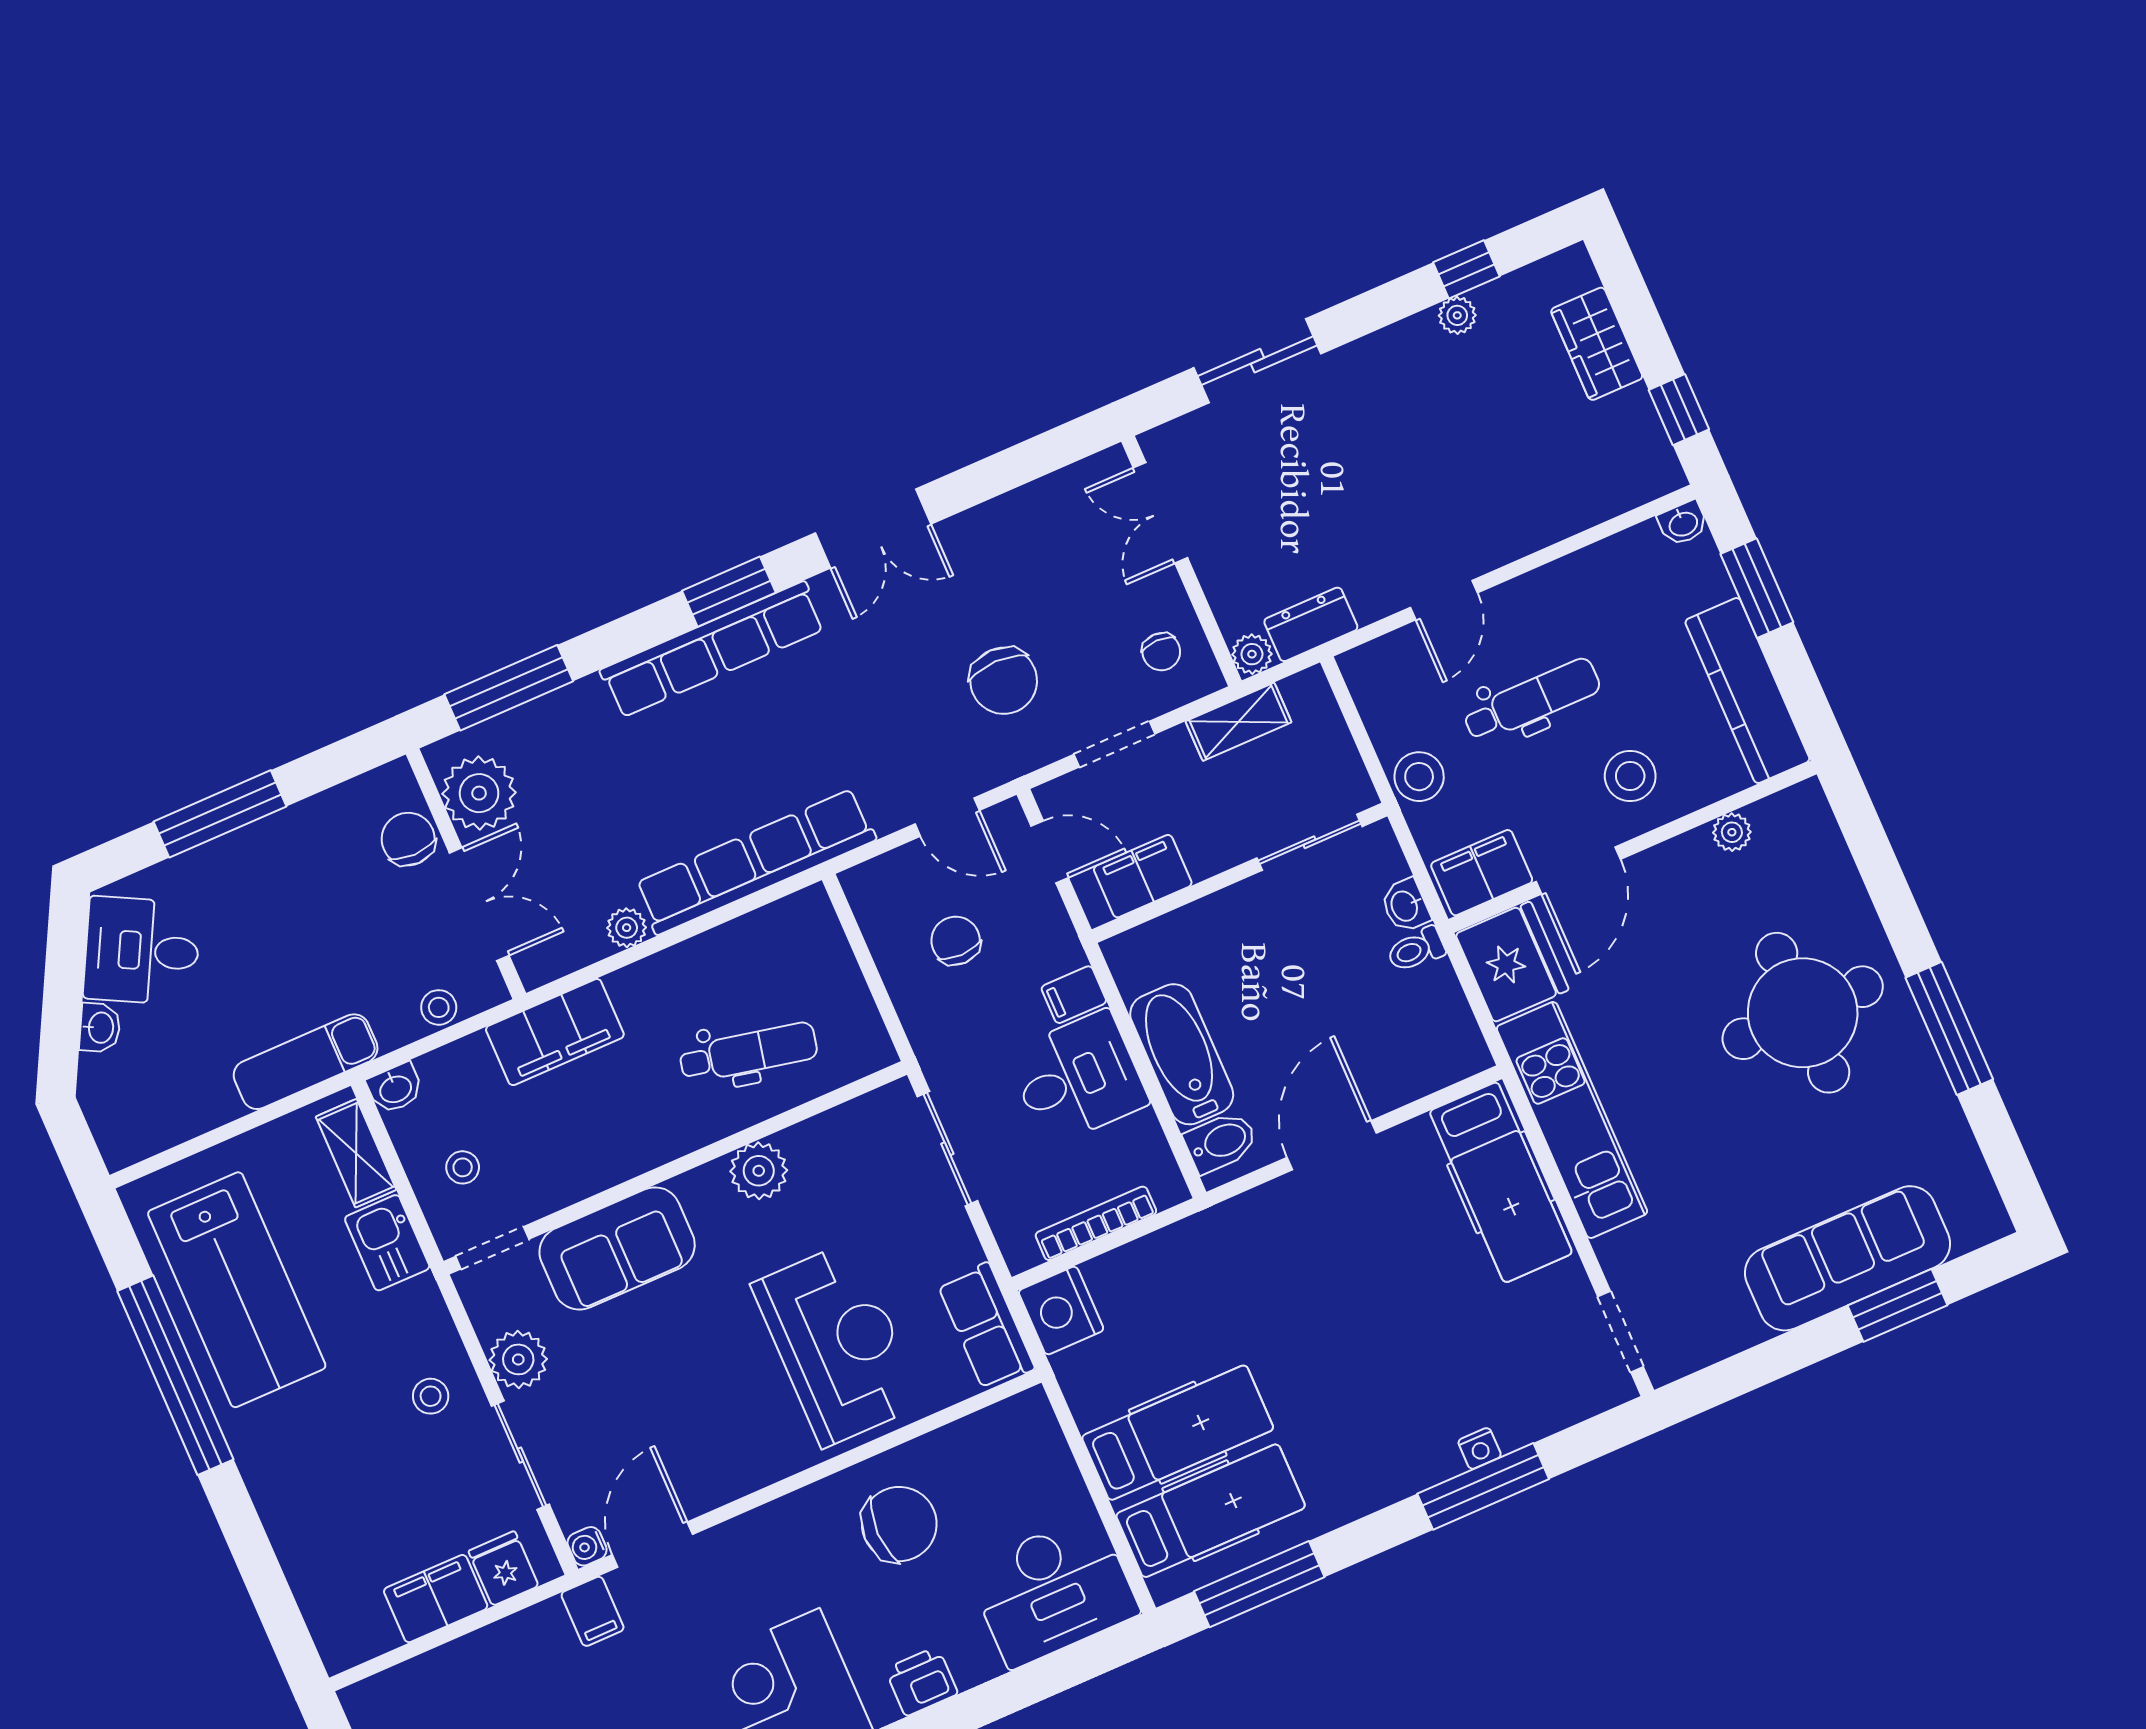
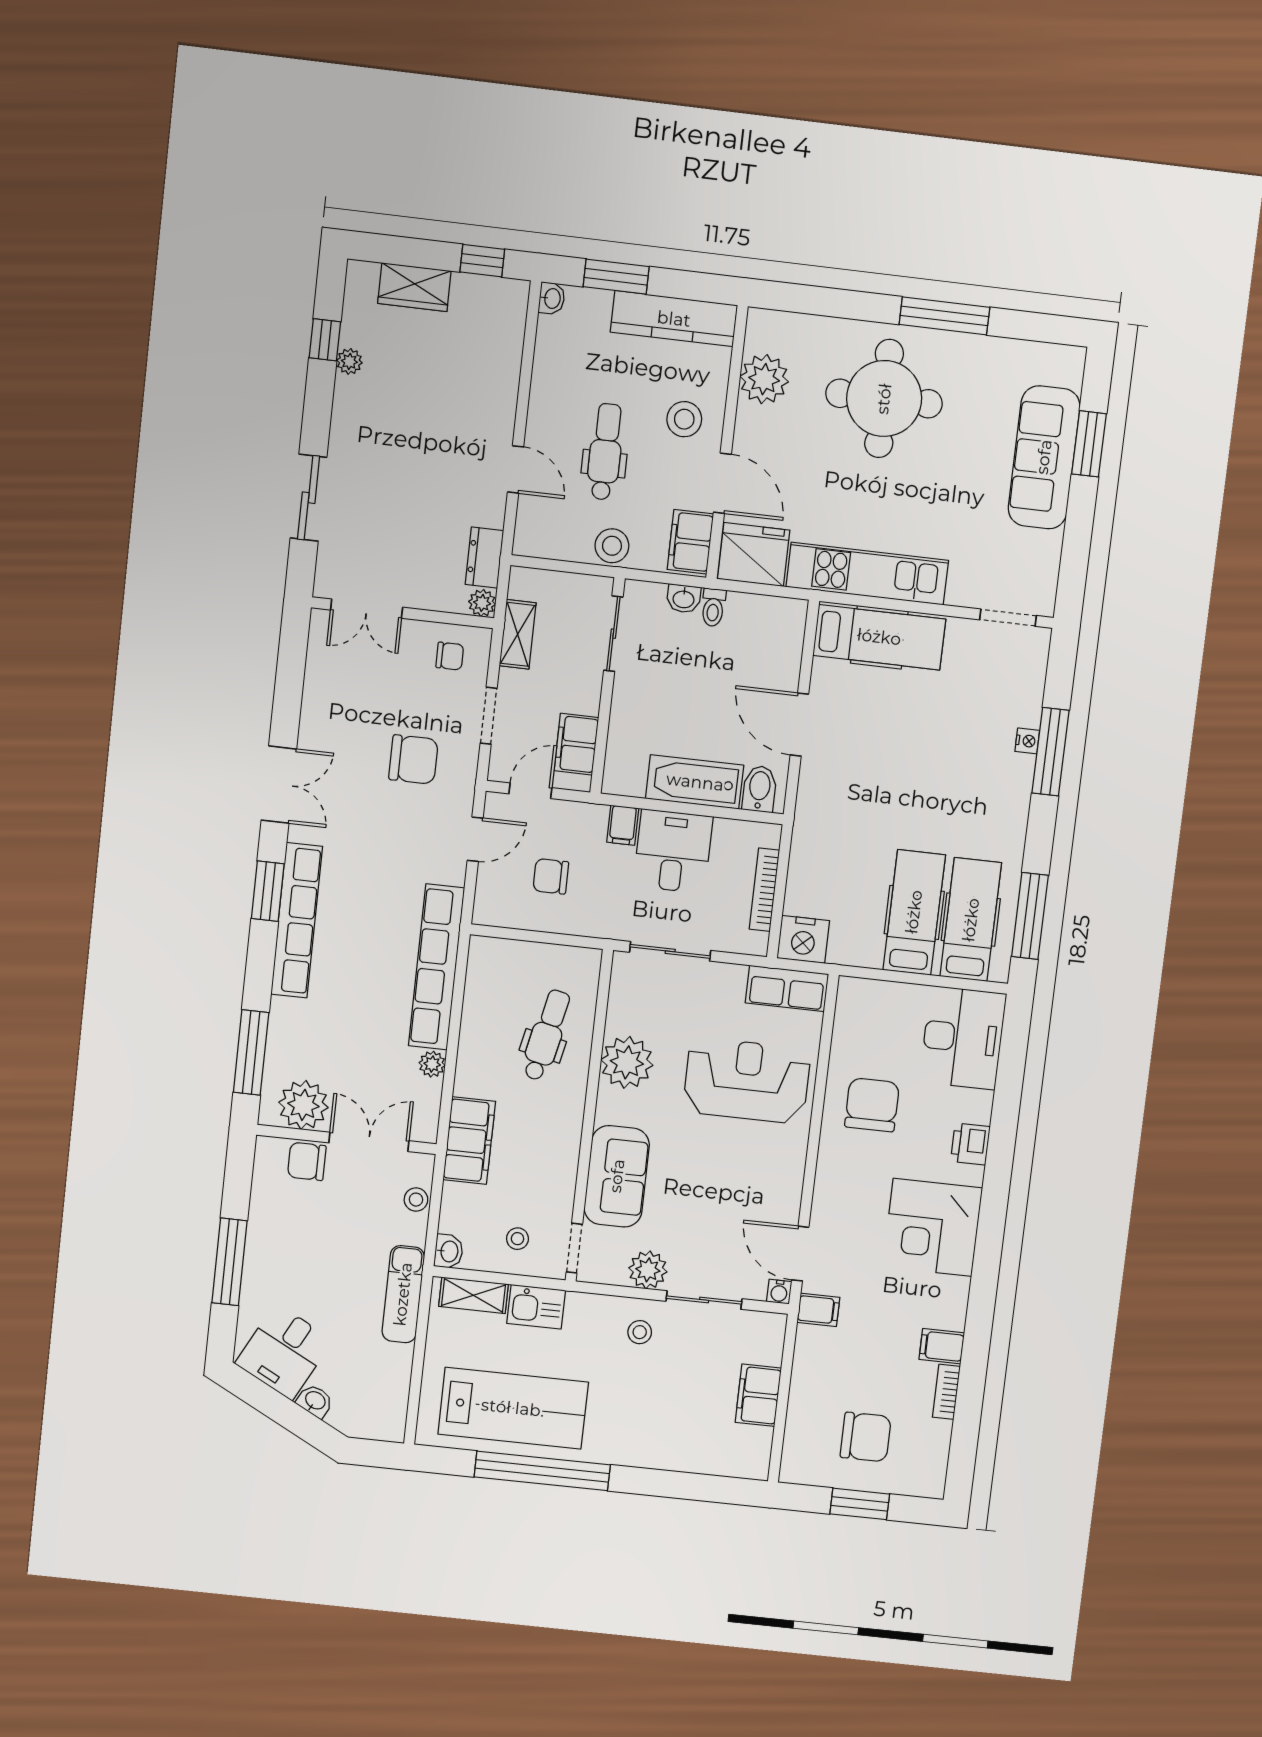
plant: (1732, 832) -> (764, 379), width x1.88, depth x1.88
plant: (759, 1171) -> (627, 1062), width x1.36, depth x1.36
fridge: (503, 1568) -> (764, 1347), removed

